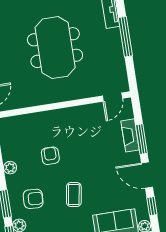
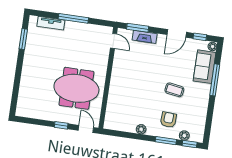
meeting table: (55, 48) -> (76, 88), moved
window: (141, 139) -> (138, 28), moved
armchair: (50, 156) -> (142, 98), removed

